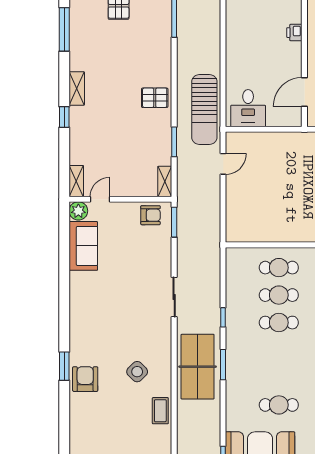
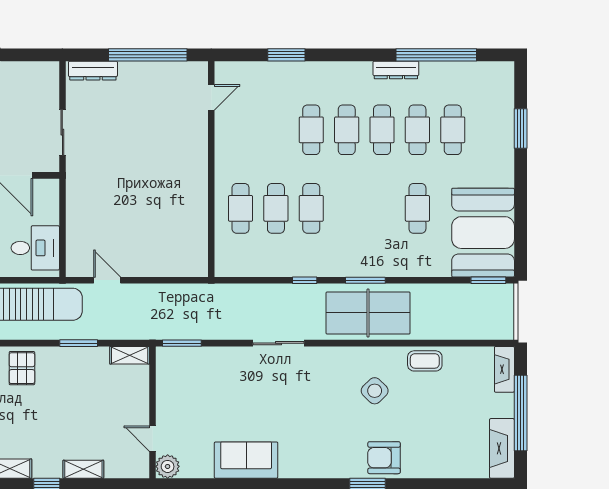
shelving: (76, 181) -> (83, 469), moved
armchair: (151, 215) -> (173, 374), removed
sofa: (83, 246) -> (246, 460), moved

